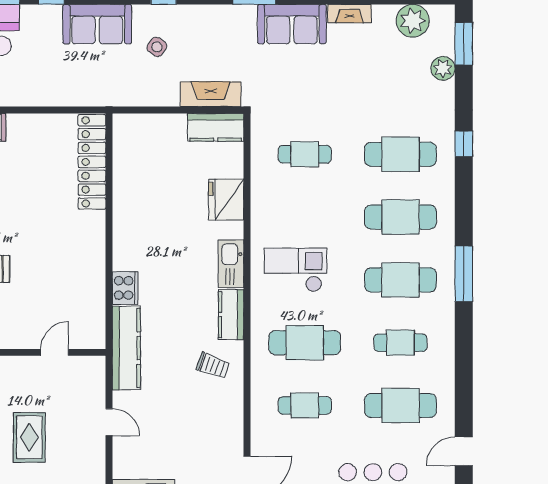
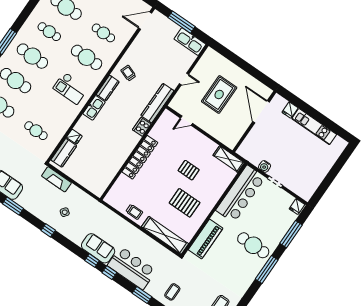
sofa: (97, 24) -> (98, 248), moved
kitchen counter: (216, 127) -> (64, 153), moved, turned 90
trolley: (36, 131) -> (134, 212), added
locker: (92, 162) -> (140, 157), moved
fridge: (226, 200) -> (74, 137), width x0.53, depth x0.75
door: (109, 422) -> (184, 79), swing flipped
rug: (29, 437) -> (219, 94), width x1.36, depth x1.43

